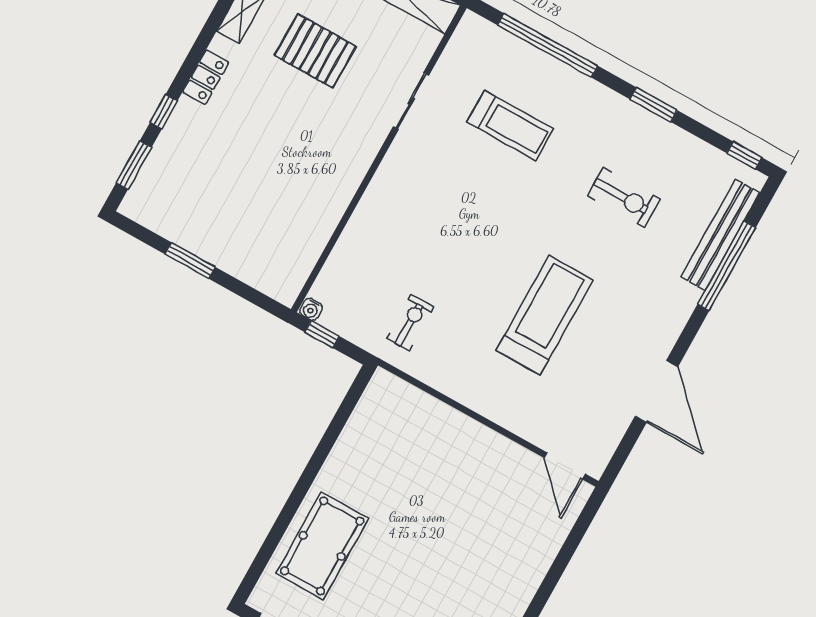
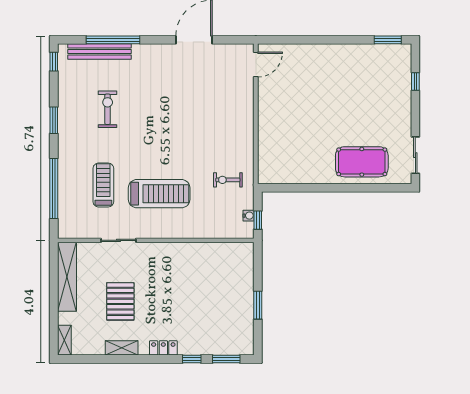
water cooler: (311, 309) -> (248, 216), moved
treadmill: (545, 315) -> (159, 194), moved, turned 180

